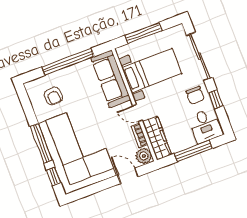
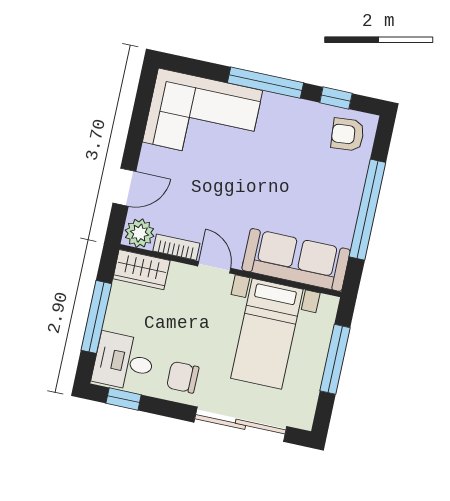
armchair: (53, 96) -> (348, 135), moved
window: (216, 99) -> (124, 399), moved
door: (137, 113) -> (214, 267), hinge flipped
wardrobe: (157, 138) -> (141, 270), width x0.67
corner sofa: (77, 149) -> (203, 116), width x0.73, depth x0.74
window: (54, 177) -> (336, 98), moved

